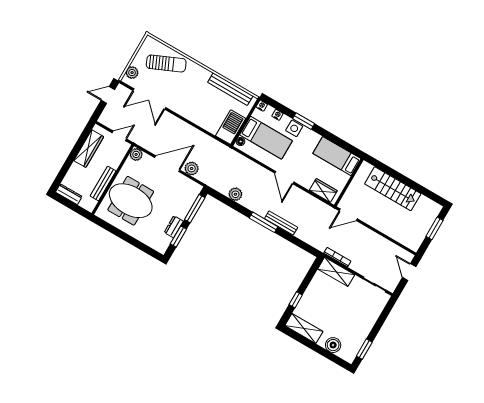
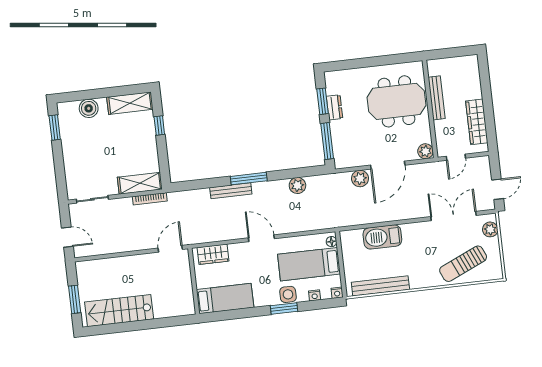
barbecue: (231, 127) -> (382, 237), moved, turned 90
stairs: (393, 189) -> (119, 311), moved
dresser: (69, 194) -> (463, 62), removed

